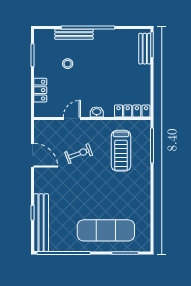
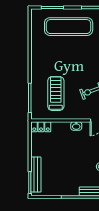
bench: (145, 49) -> (36, 175), width x1.36
locker: (132, 111) -> (41, 127), width x0.66

